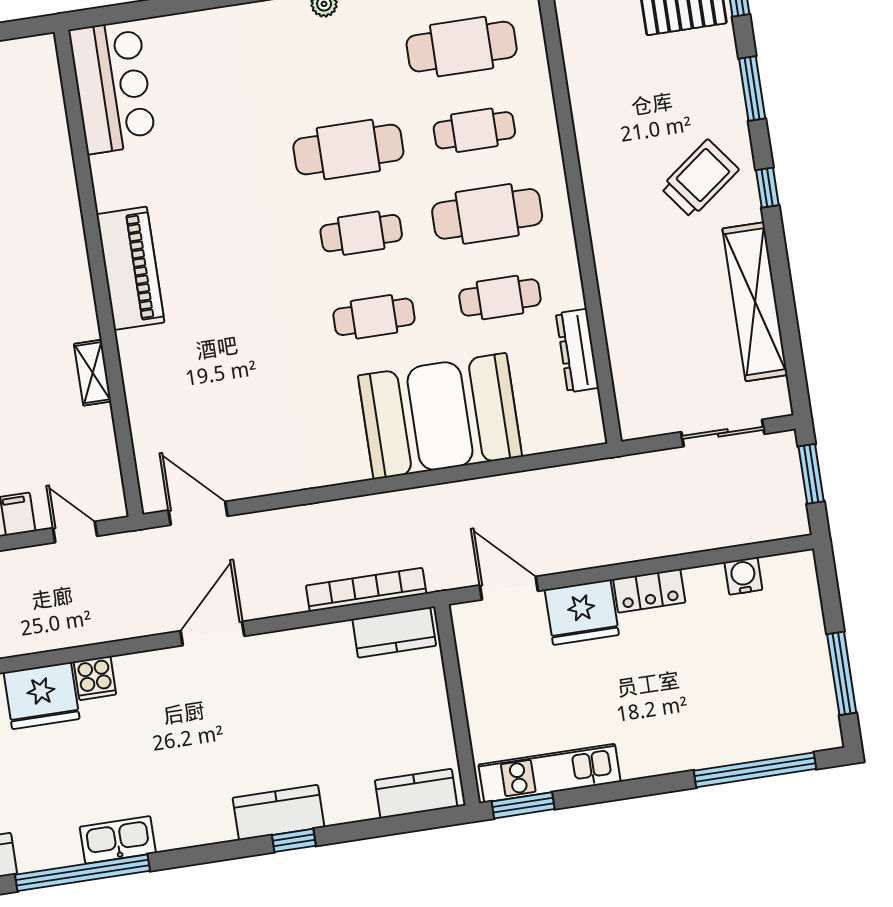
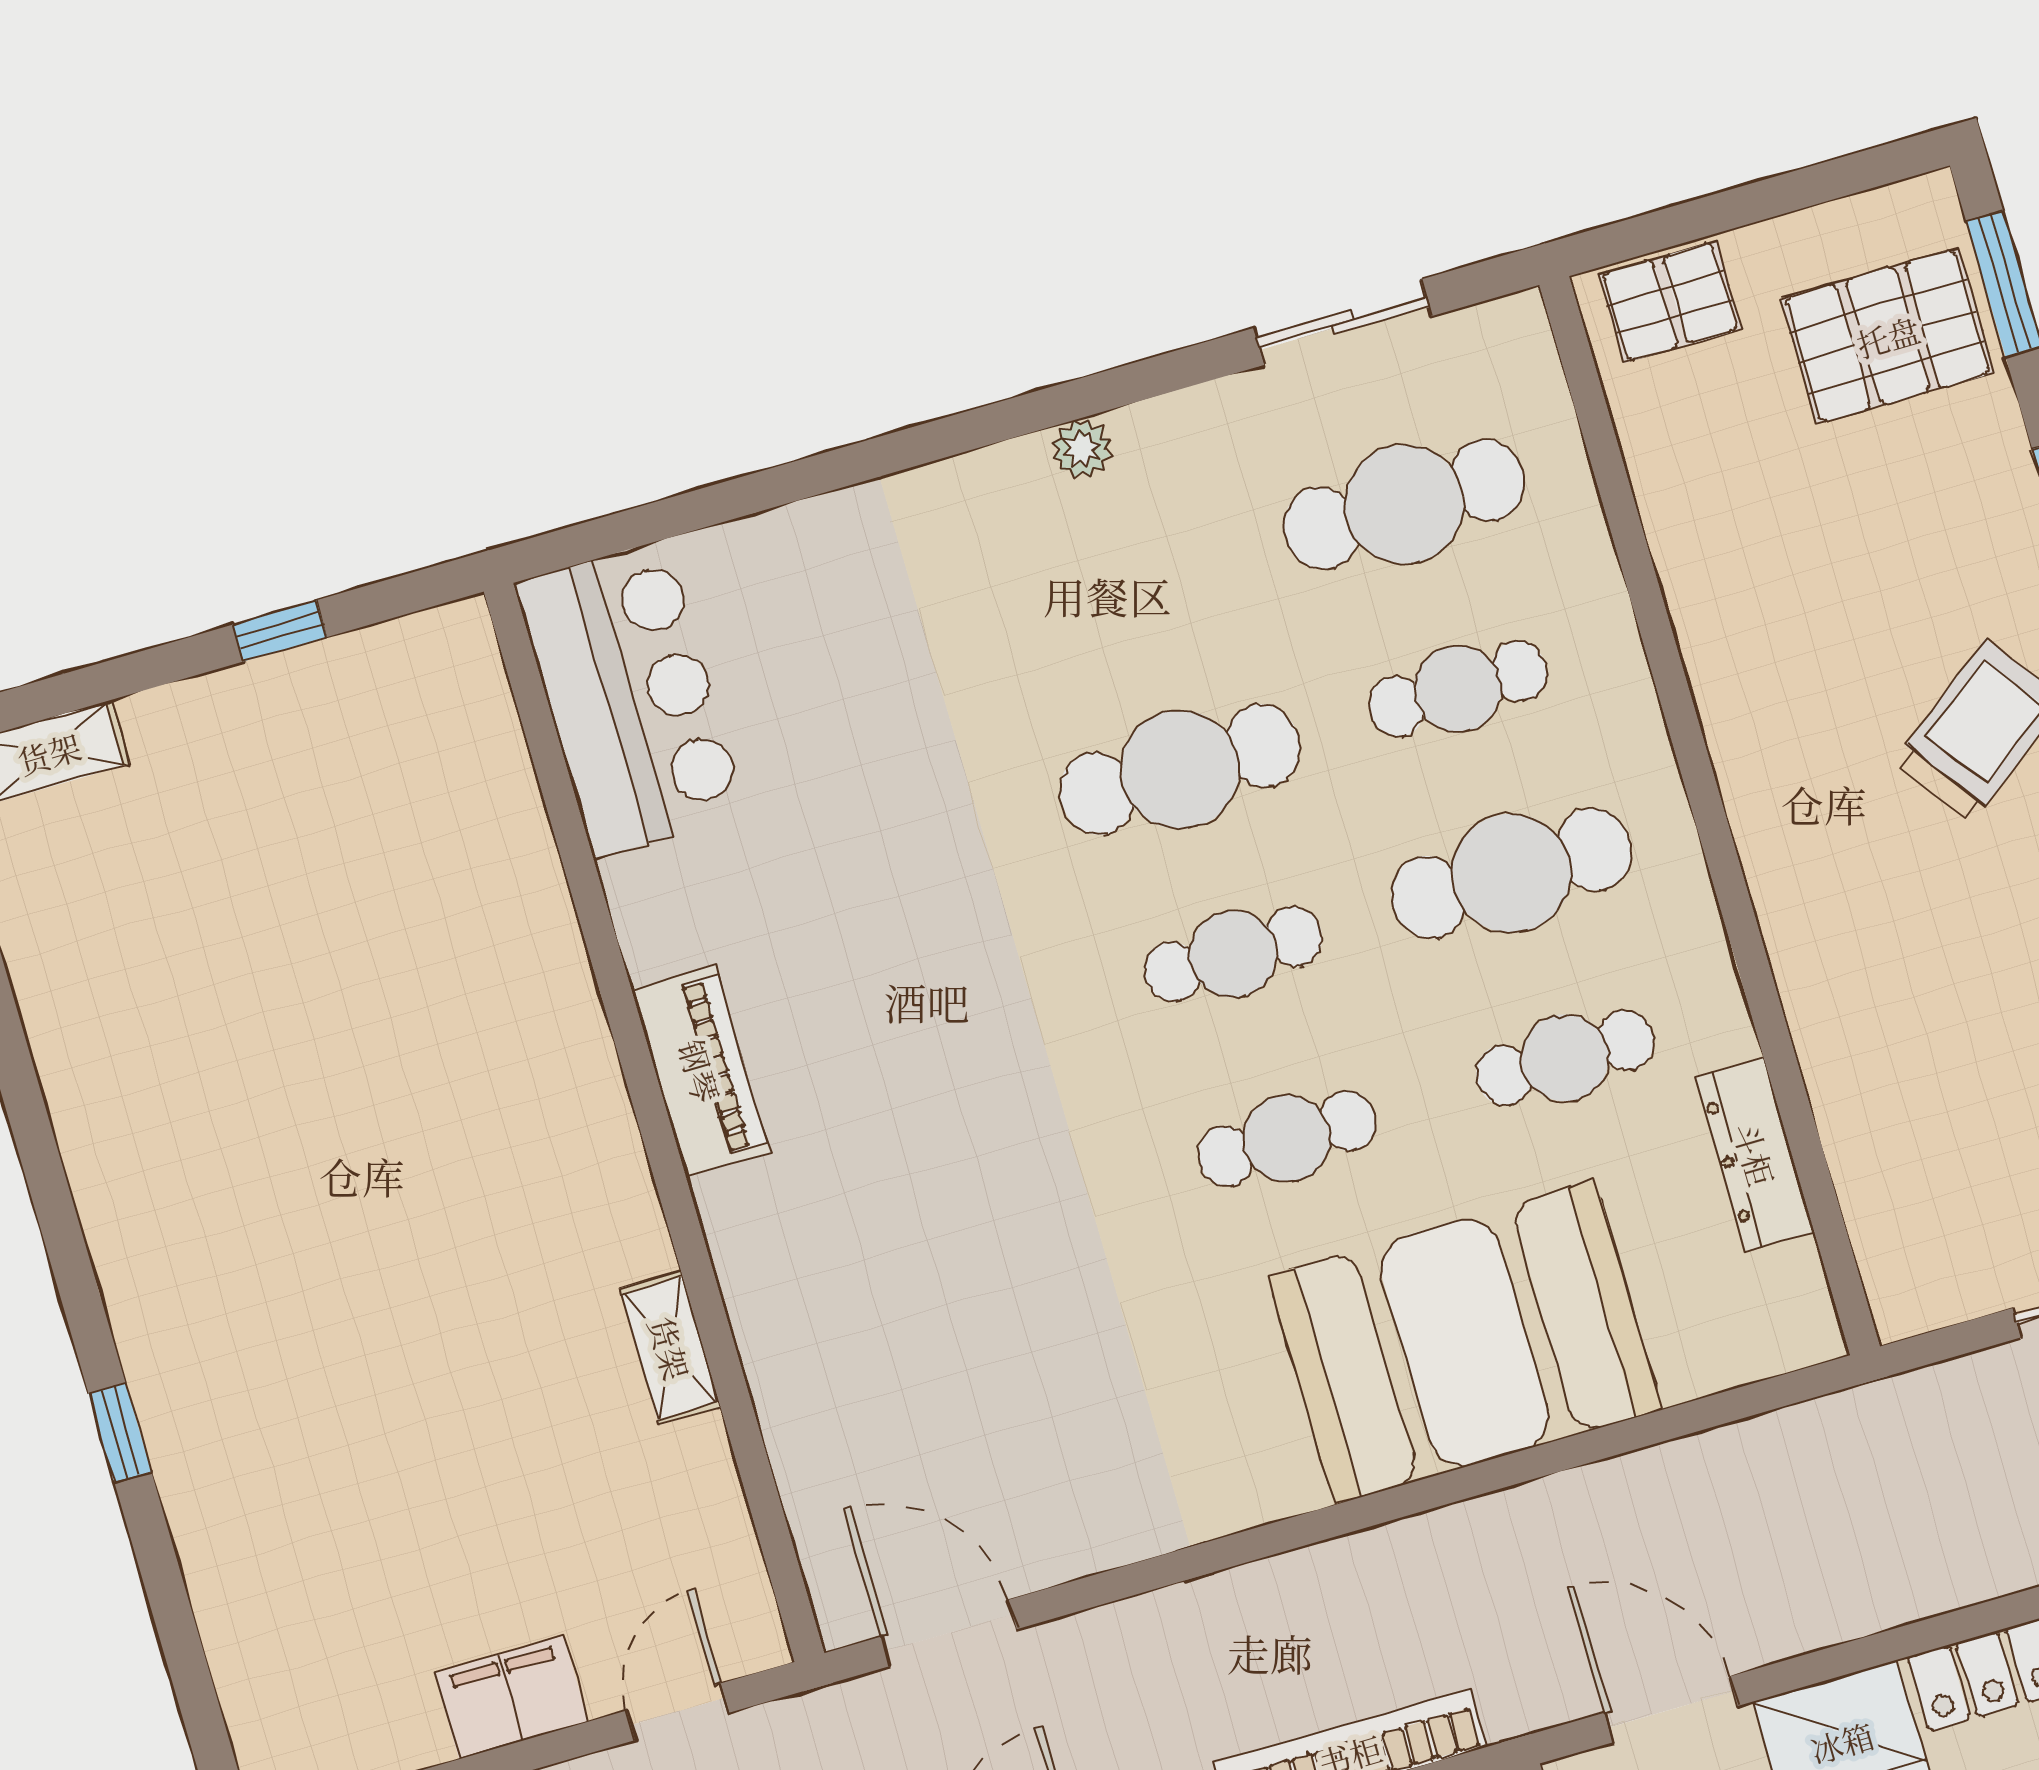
piano: (130, 268) -> (700, 1071), width x0.73, depth x0.75
door: (75, 532) -> (678, 1712), hinge flipped

